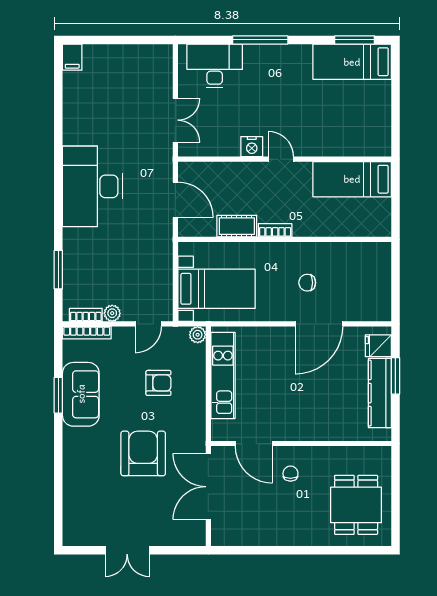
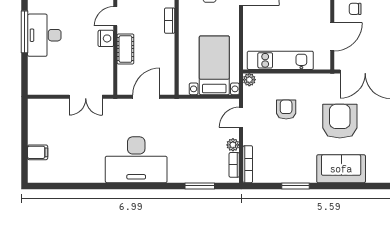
filing cabinet: (72, 57) -> (38, 152), moved
desk: (215, 66) -> (44, 35), moved
double door: (175, 120) -> (86, 97), swing flipped
cot: (237, 226) -> (125, 49), moved
door: (148, 324) -> (241, 117), swing flipped
sofa: (81, 394) -> (341, 169), moved
armchair: (143, 453) -> (340, 121), turned 90

